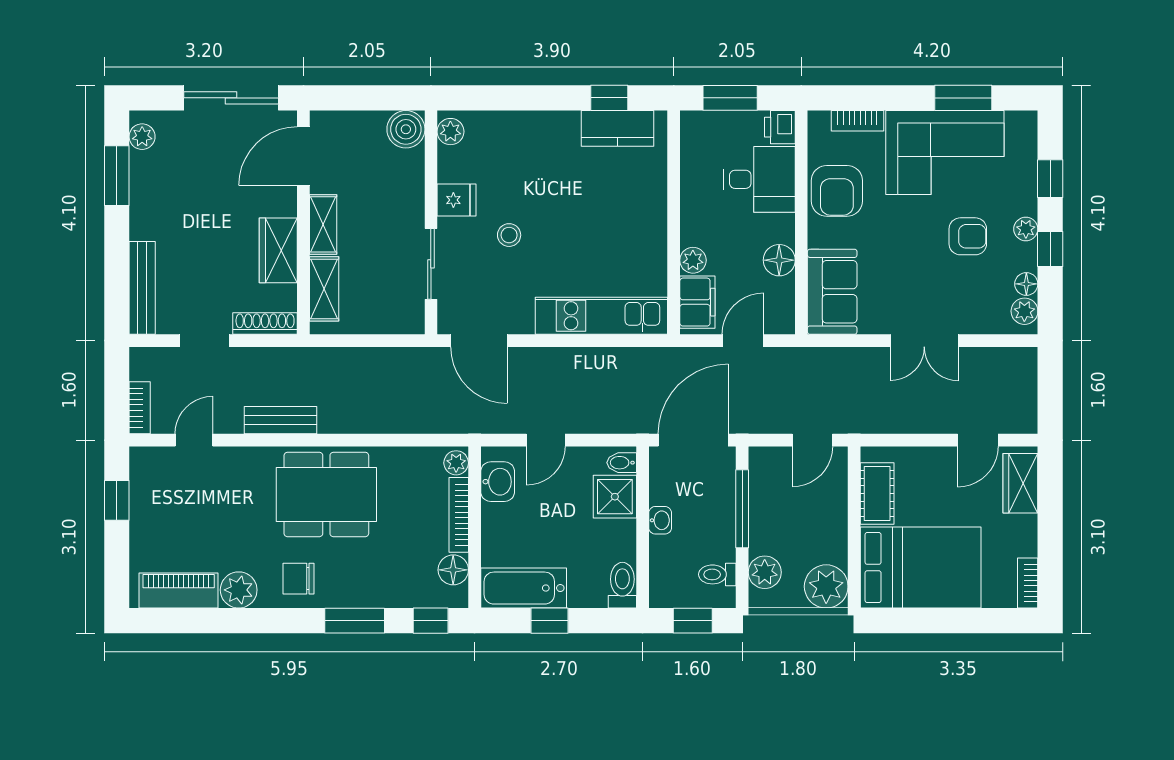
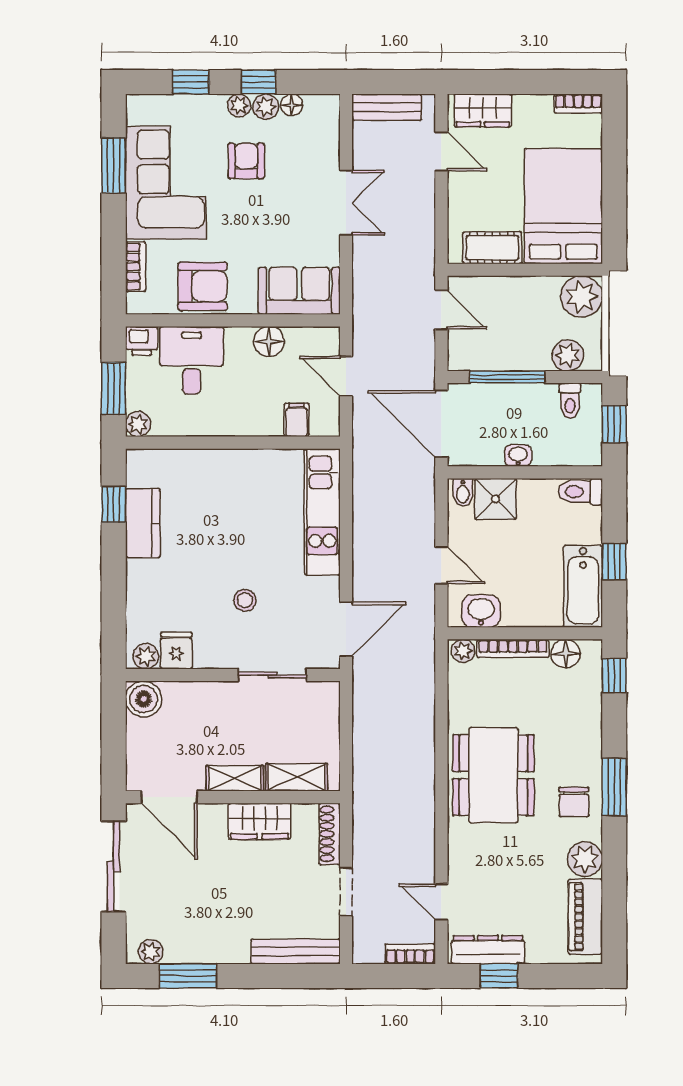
kitchen counter: (617, 128) -> (143, 523), moved
fridge: (457, 200) -> (176, 651), moved
plant: (693, 260) -> (138, 424), moved
filing cabinet: (697, 302) -> (297, 420), width x0.50
plant: (1024, 311) -> (266, 107), moved
bench: (280, 420) -> (387, 107), moved, turned 90
dresser: (144, 489) -> (488, 950), added
window: (355, 621) -> (614, 787), moved

